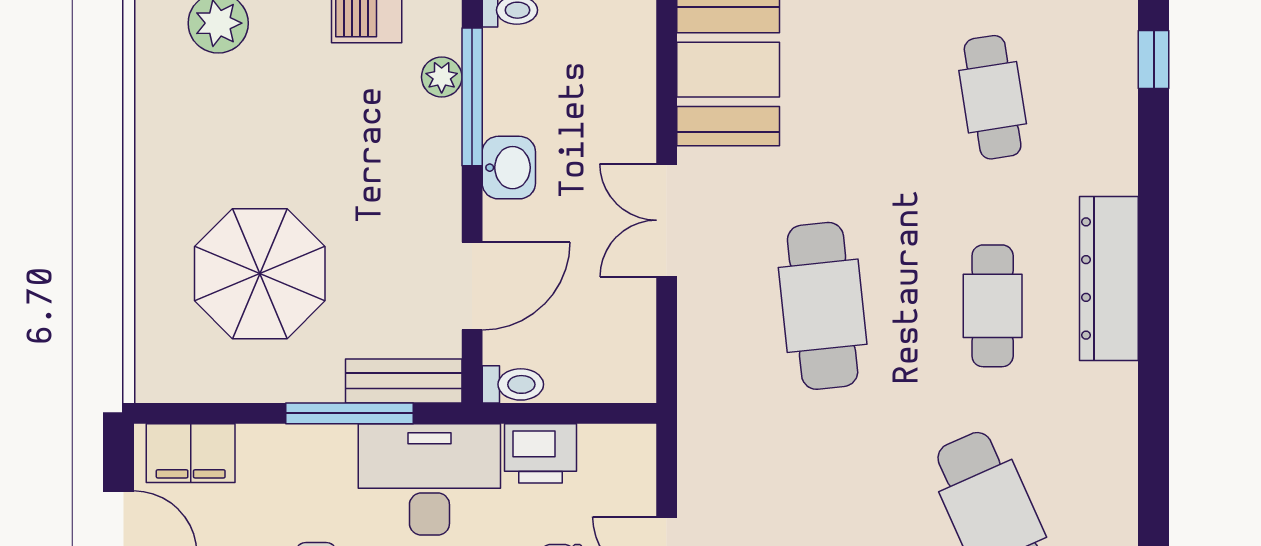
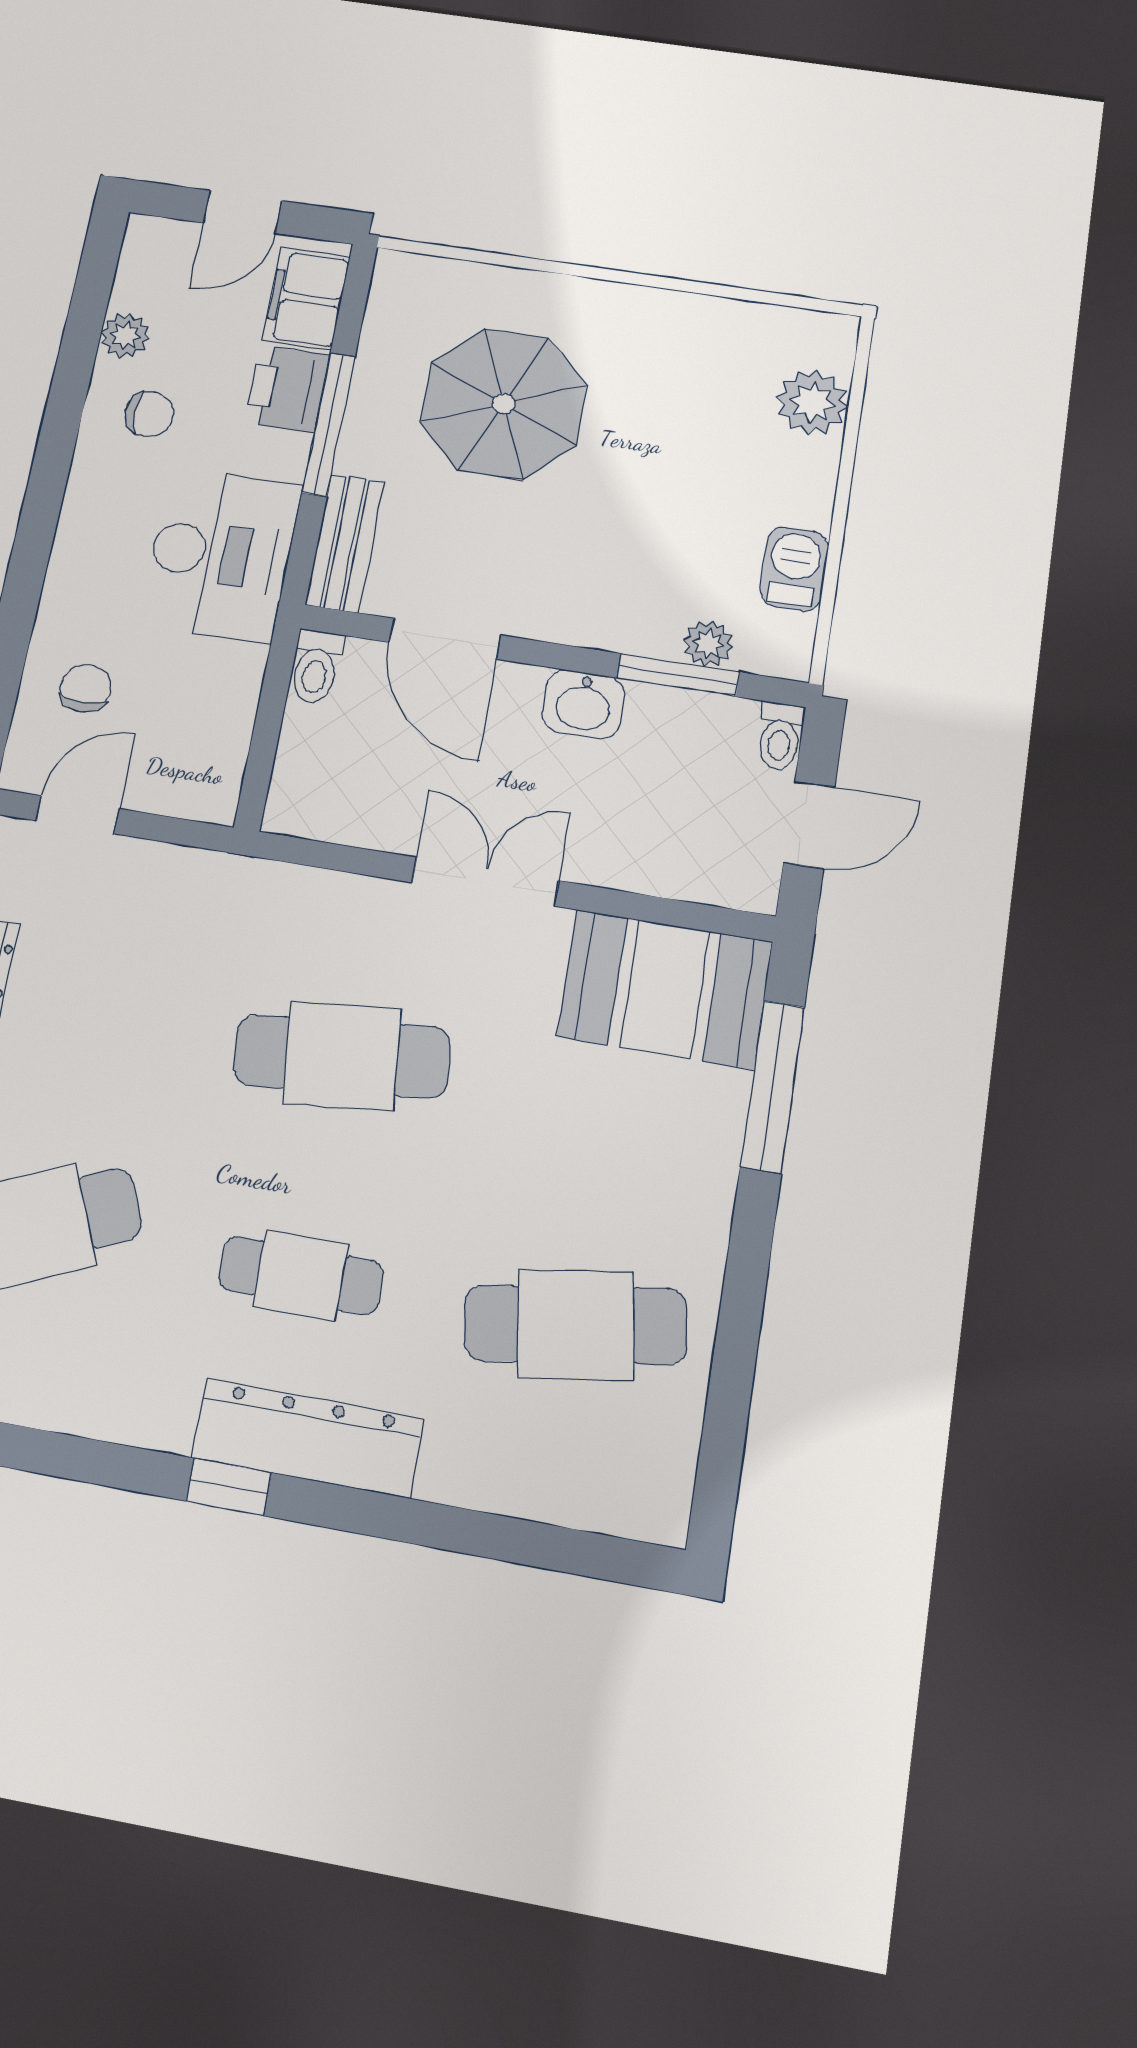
window: (1154, 60) -> (229, 1487), moved
window: (472, 97) -> (678, 675), width x0.69
cafe table: (993, 97) -> (576, 1325), width x1.37, depth x1.35
window: (349, 413) -> (329, 424), moved
printer: (540, 453) -> (287, 389), moved

